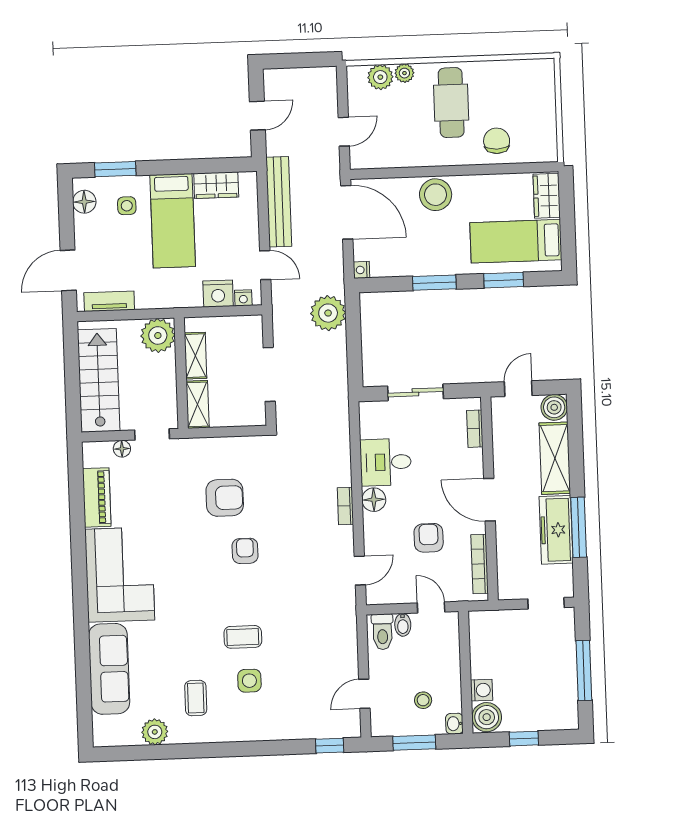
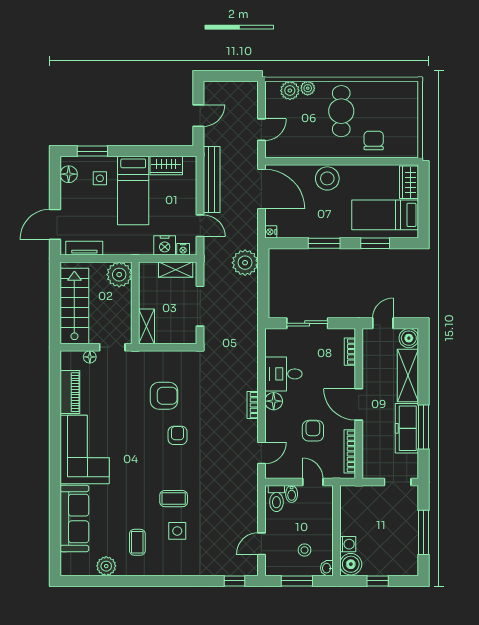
shelving: (195, 356) -> (176, 270), moved, turned 90

